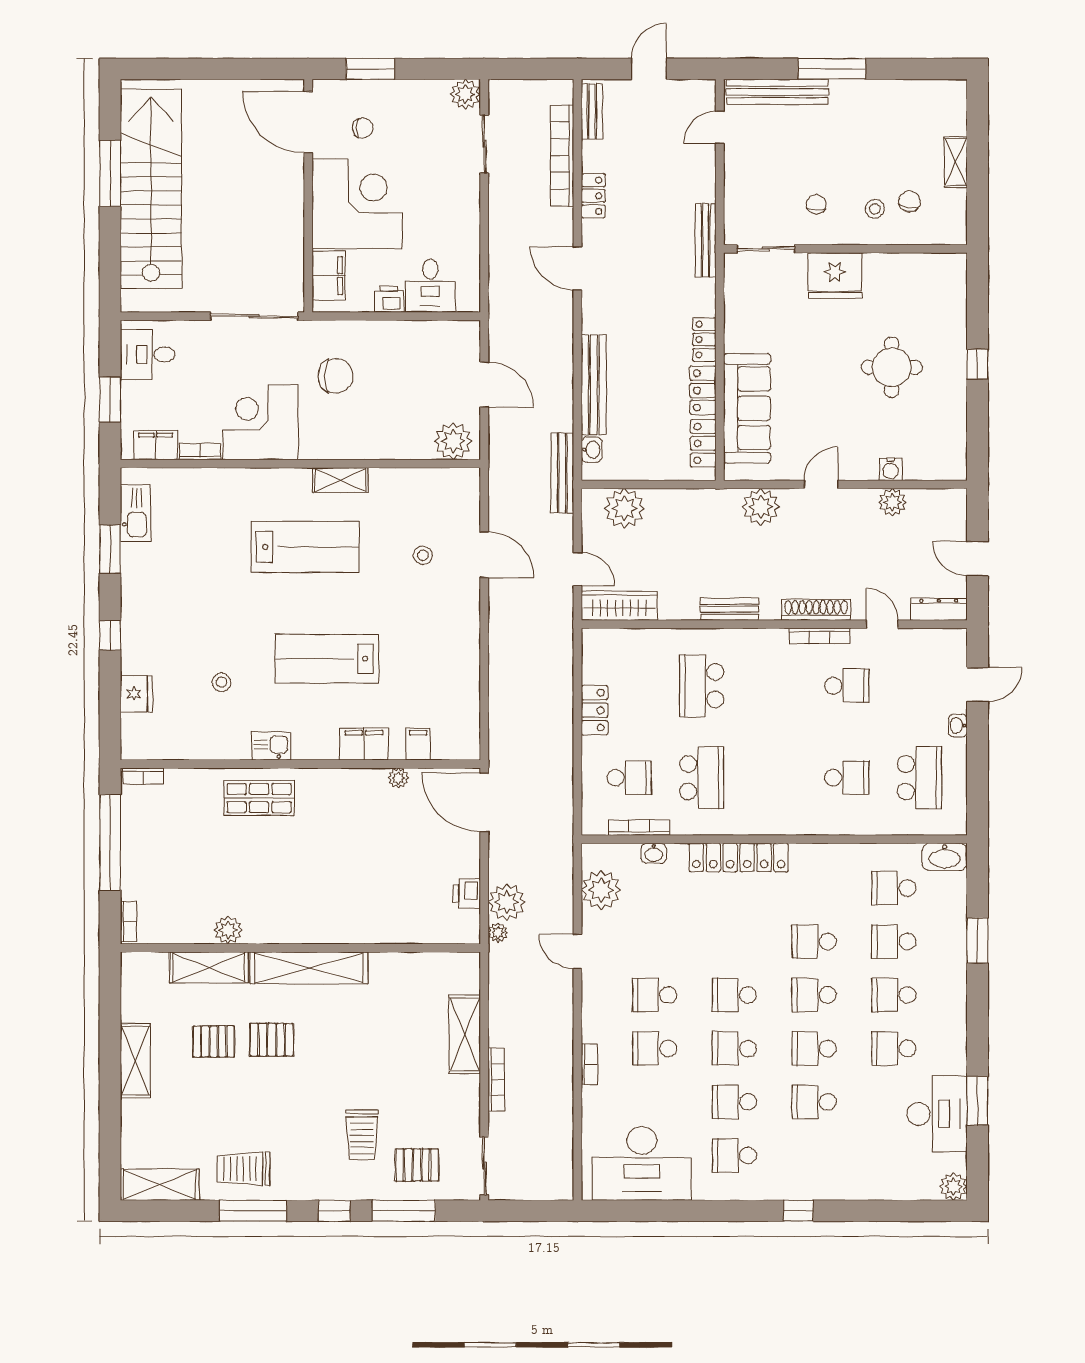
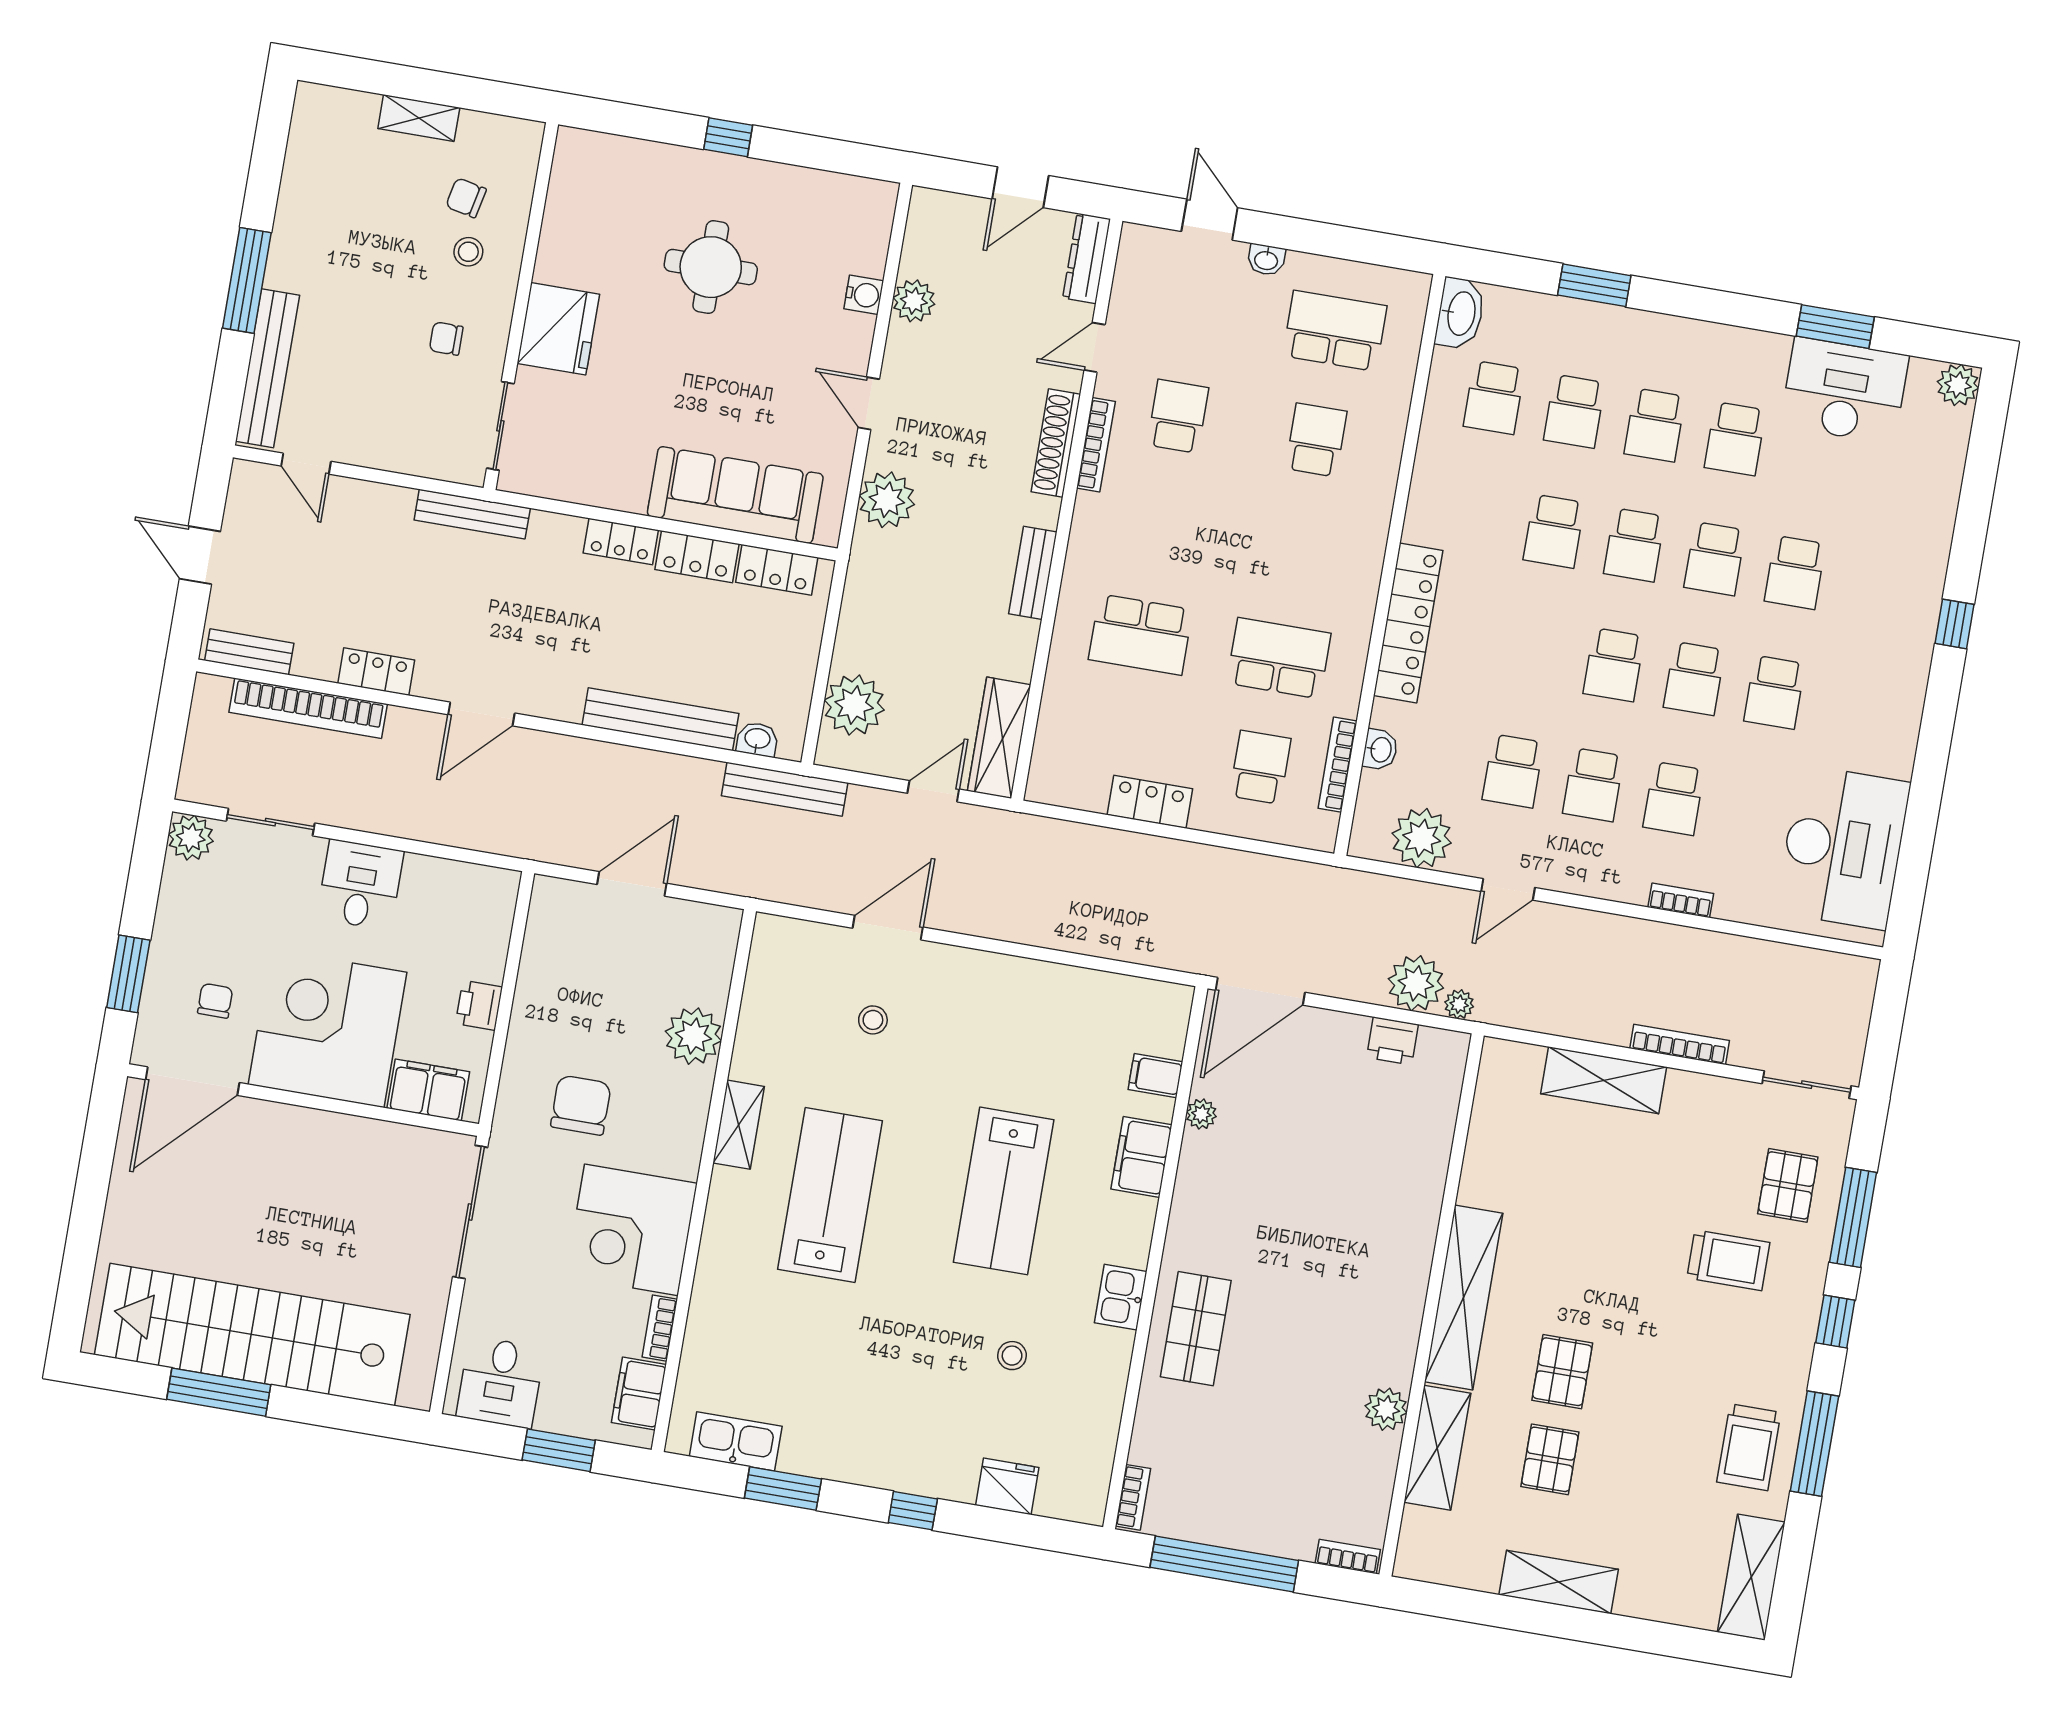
desk: (430, 286) -> (360, 885), moved, turned -90
plant: (453, 441) -> (693, 1036), moved
school desk: (734, 1155) -> (1513, 771), moved

